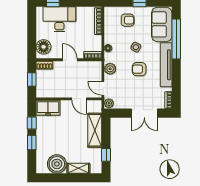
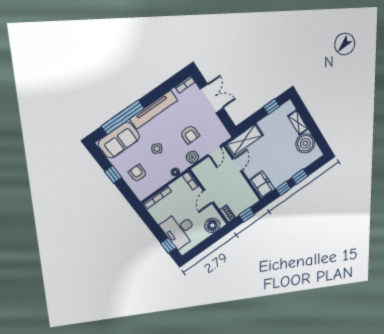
armchair: (139, 69) -> (190, 134), moved
plant: (109, 103) -> (224, 136), removed
shelving: (95, 130) -> (245, 140), moved

